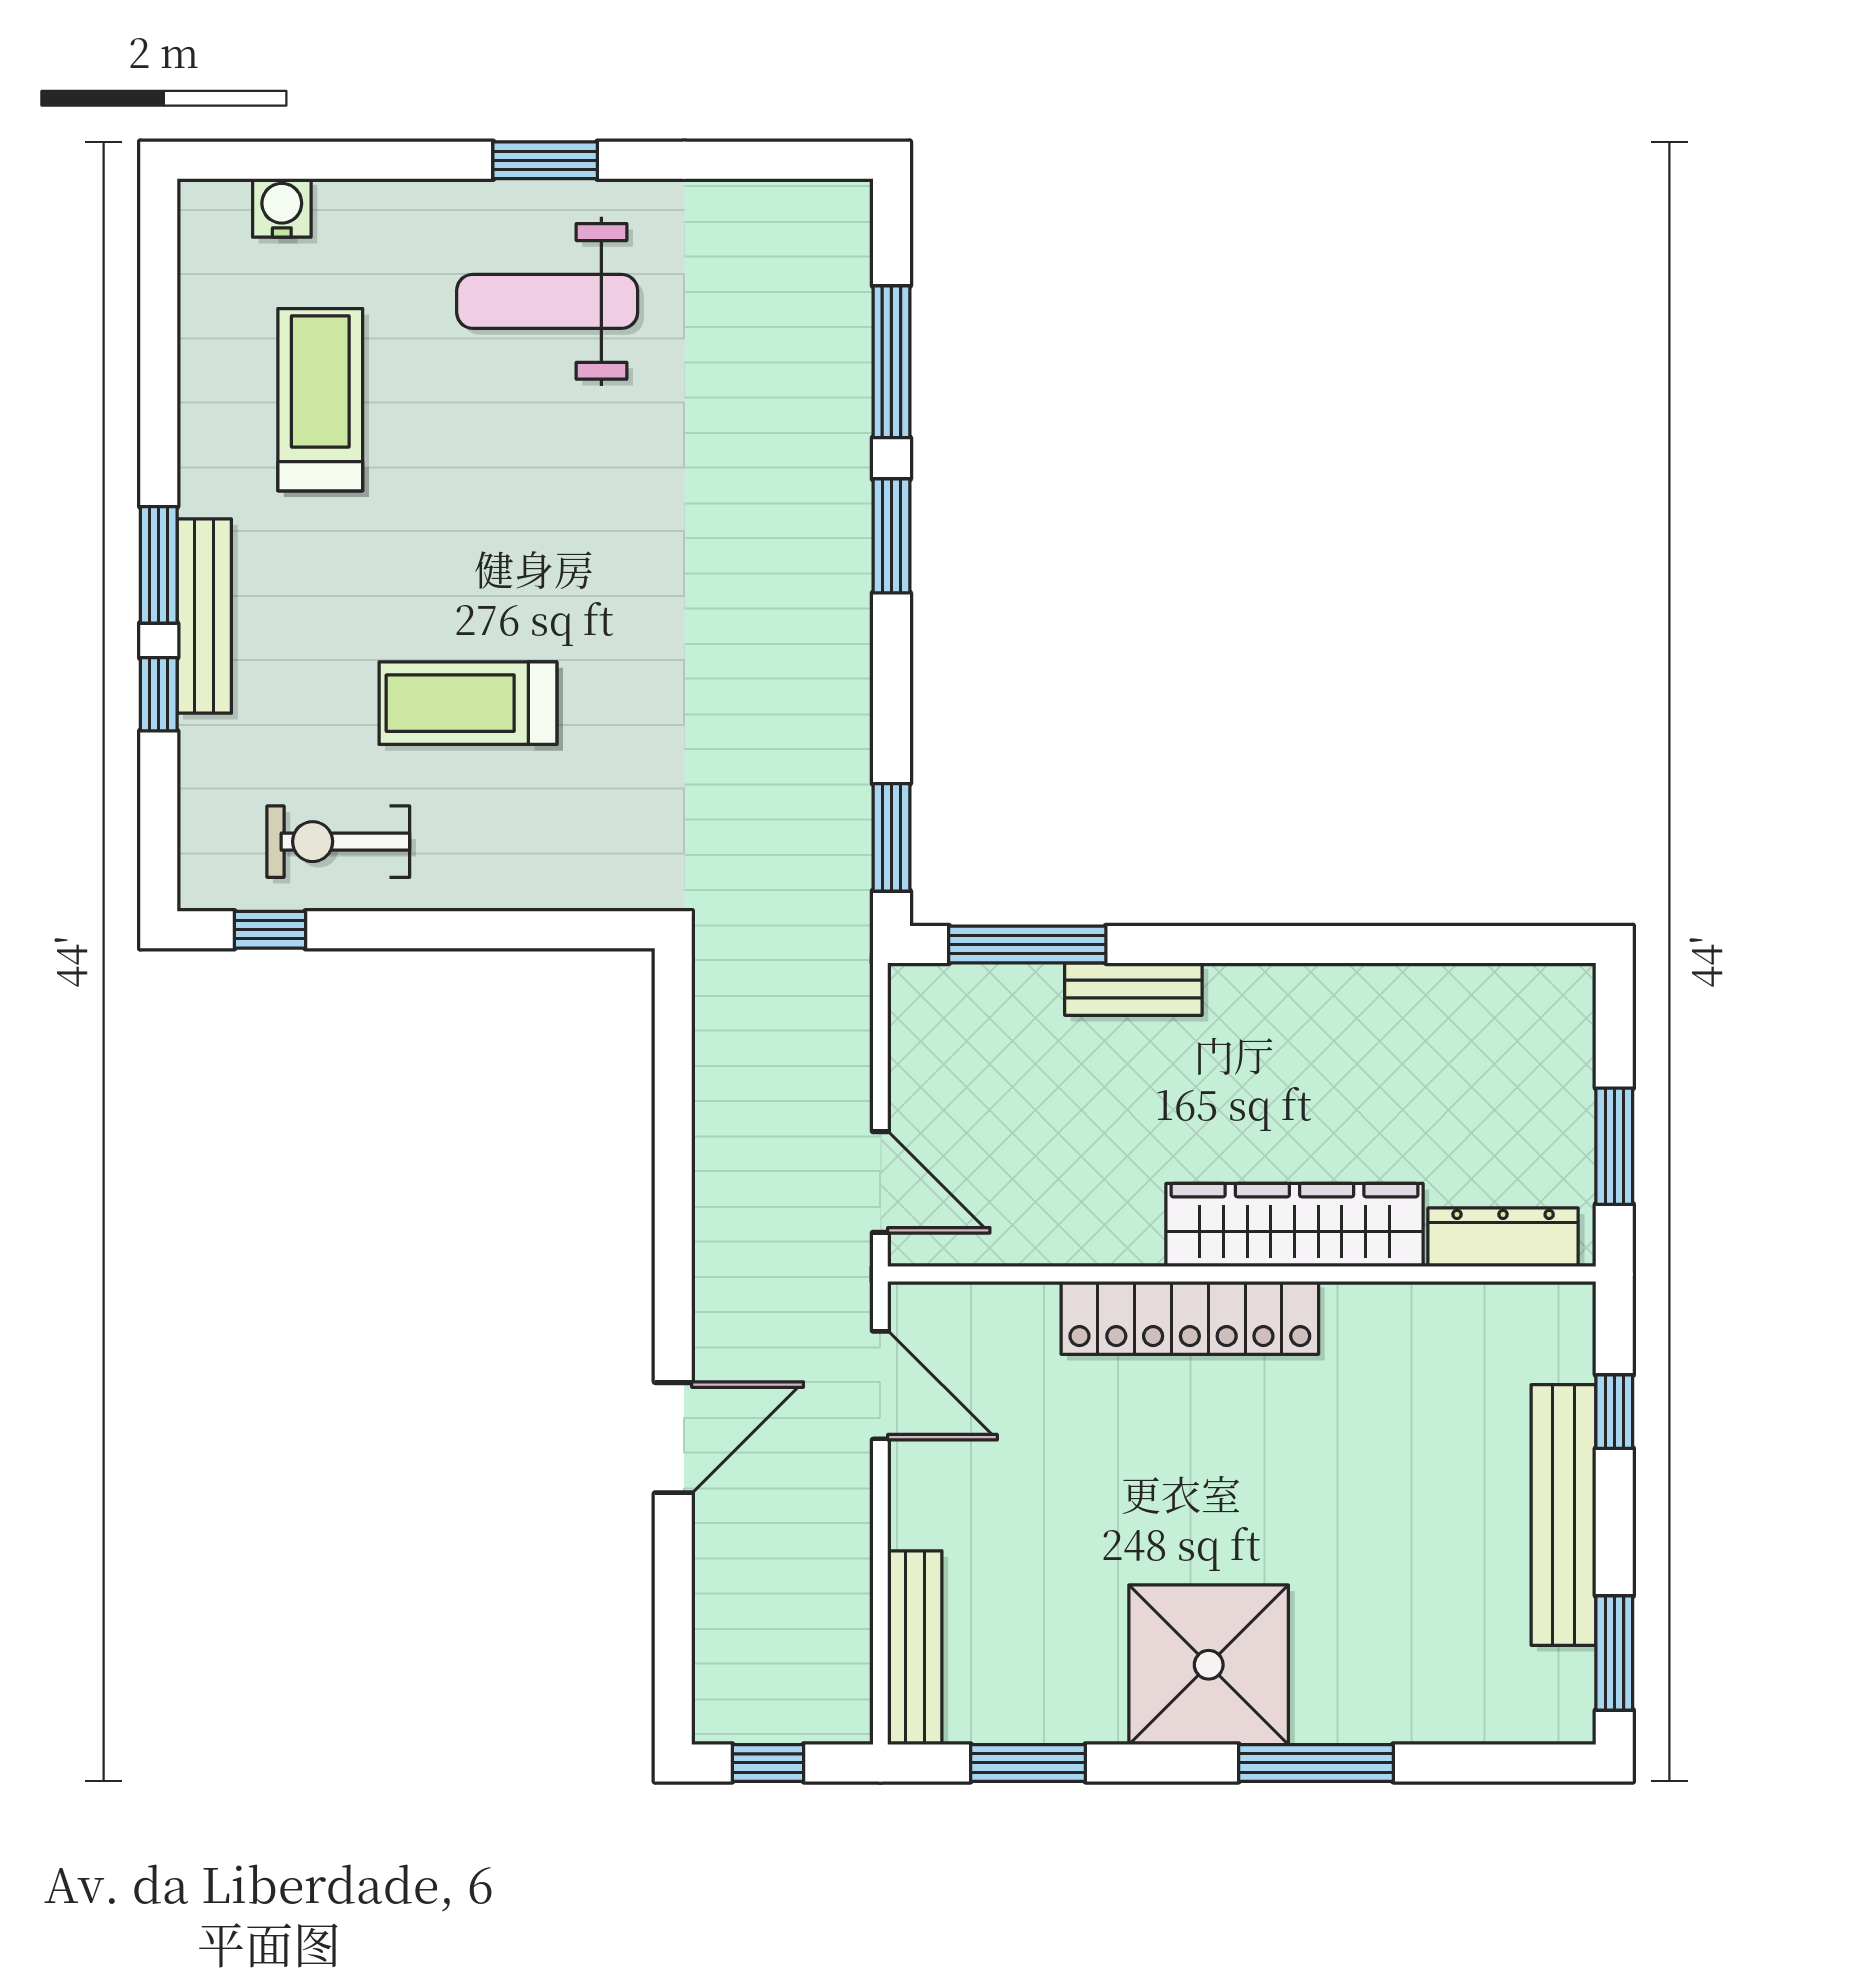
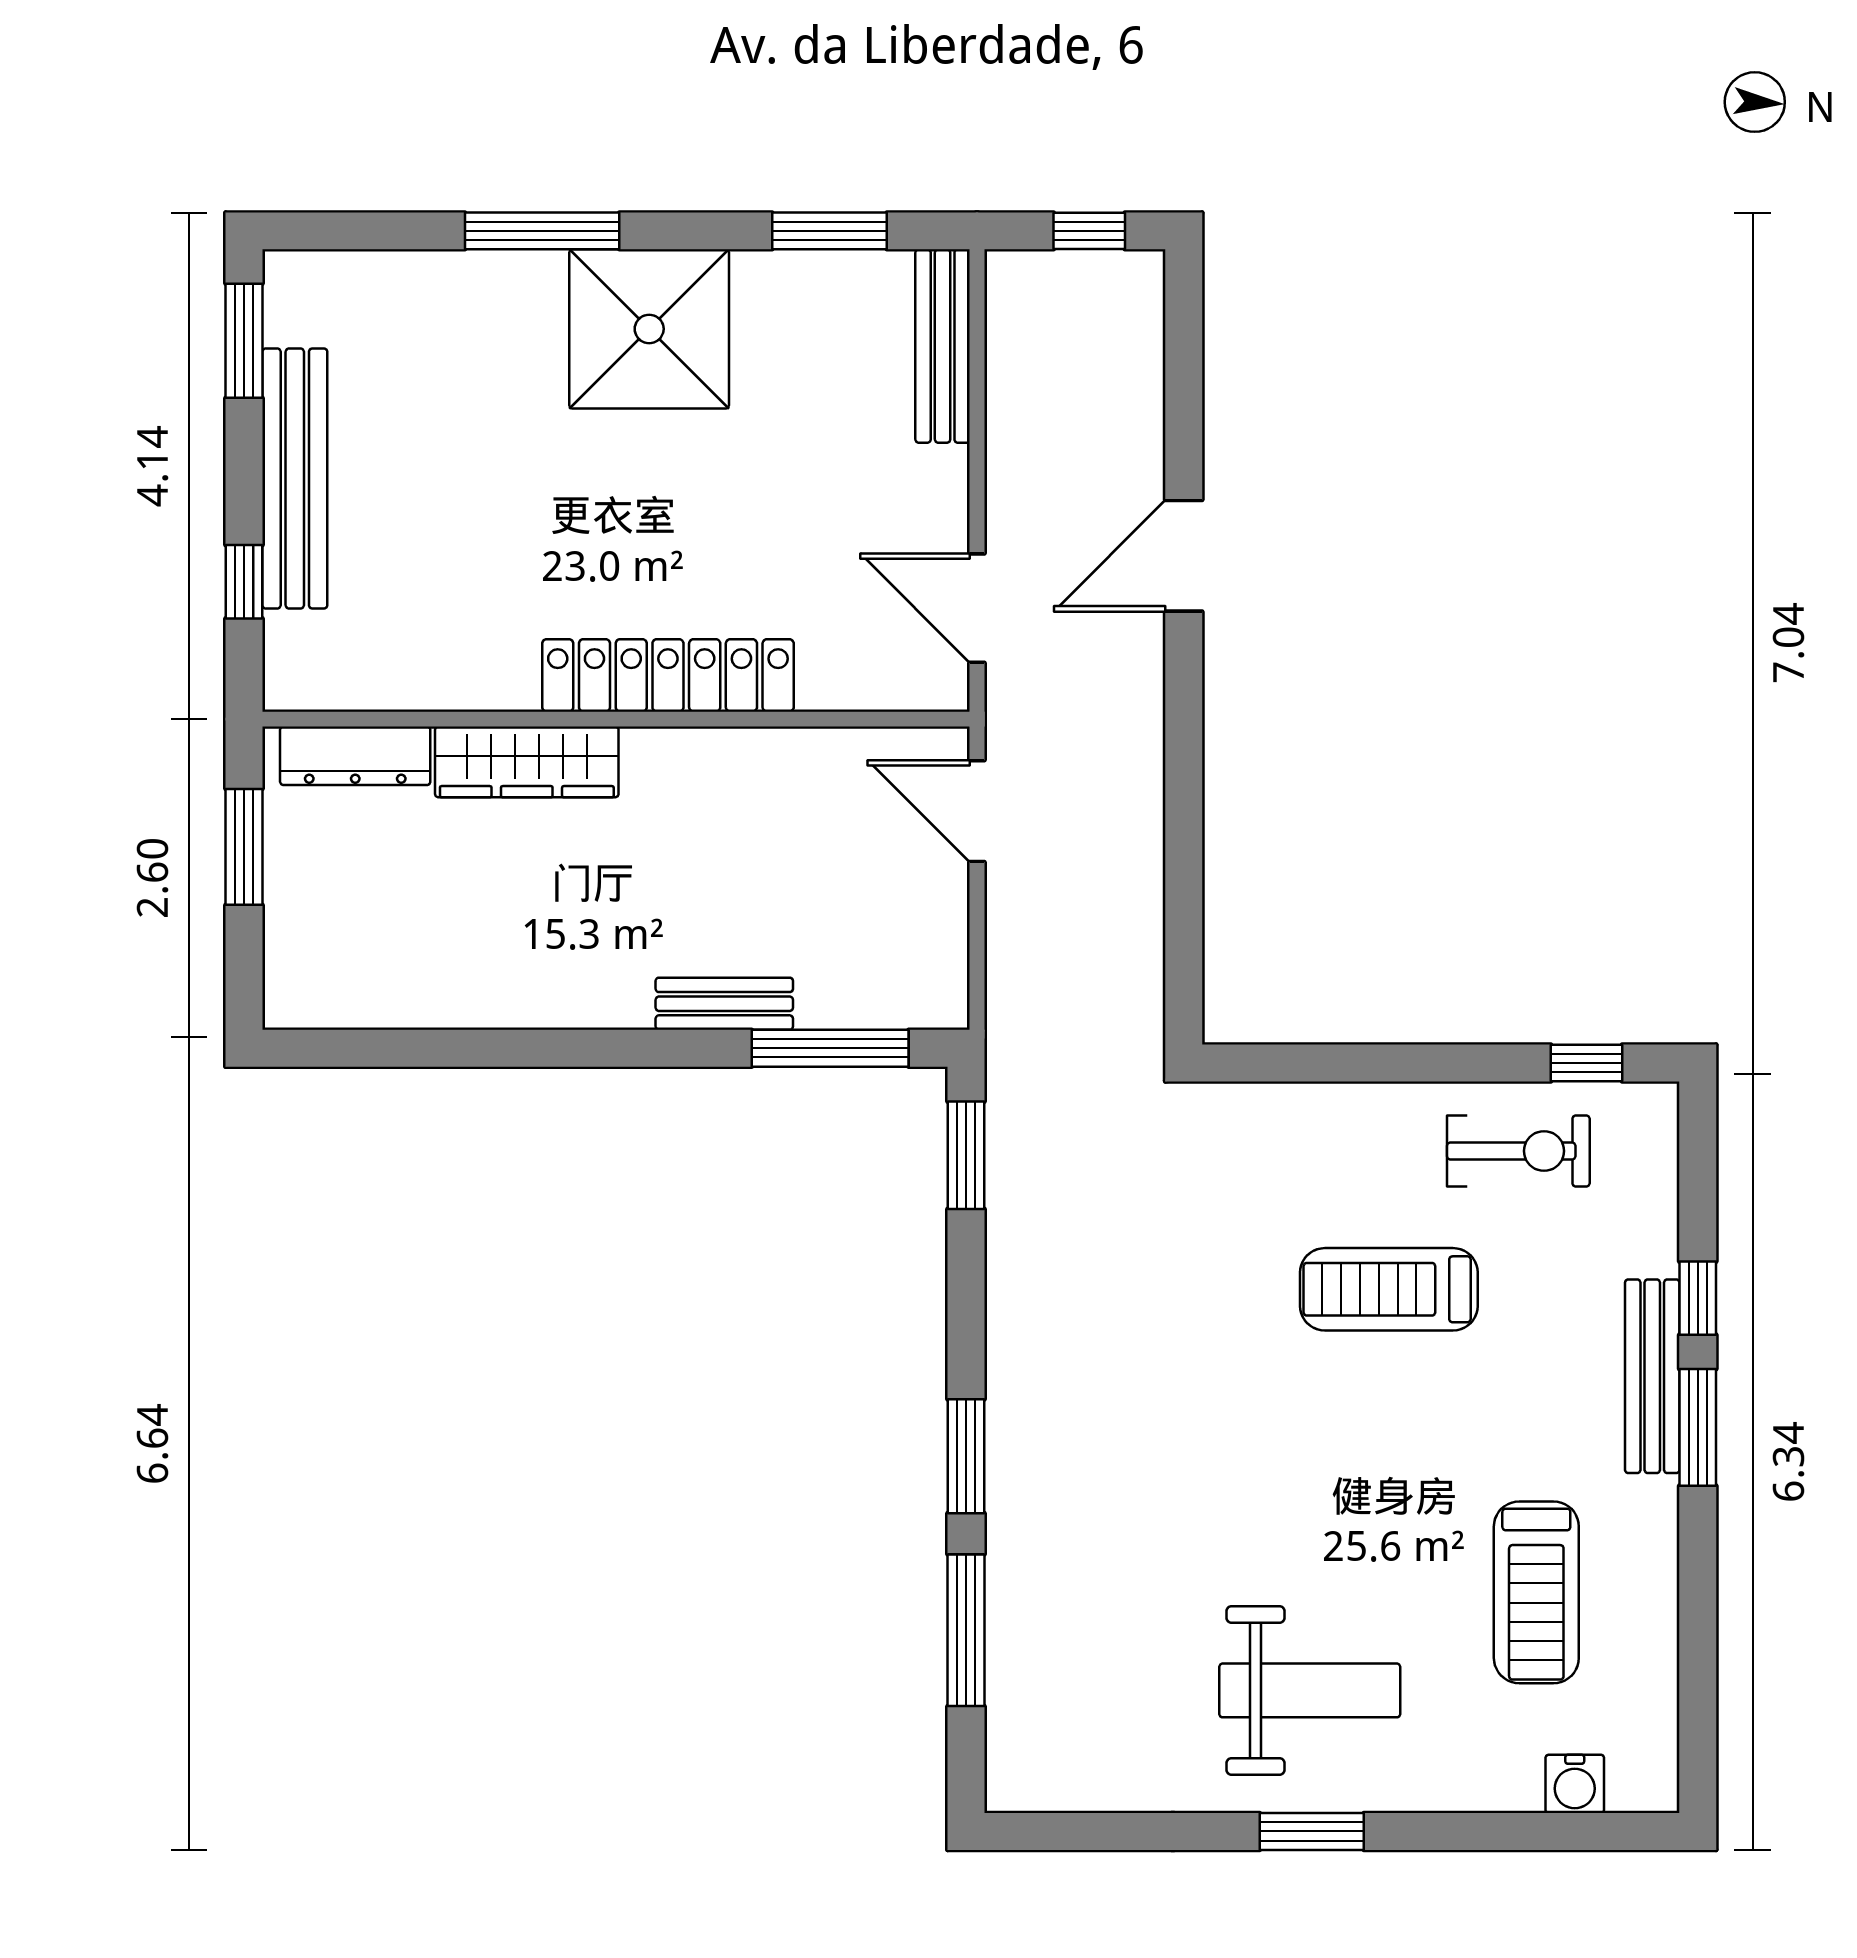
treadmill: (468, 703) -> (1389, 1289), turned 180
wardrobe: (1294, 1225) -> (527, 762), width x0.71, depth x0.85

